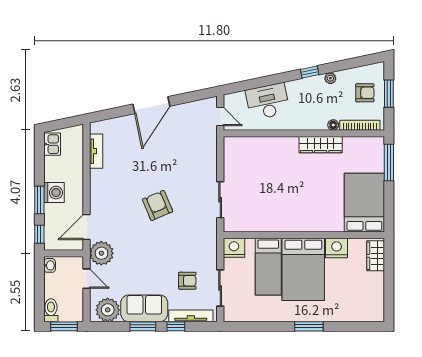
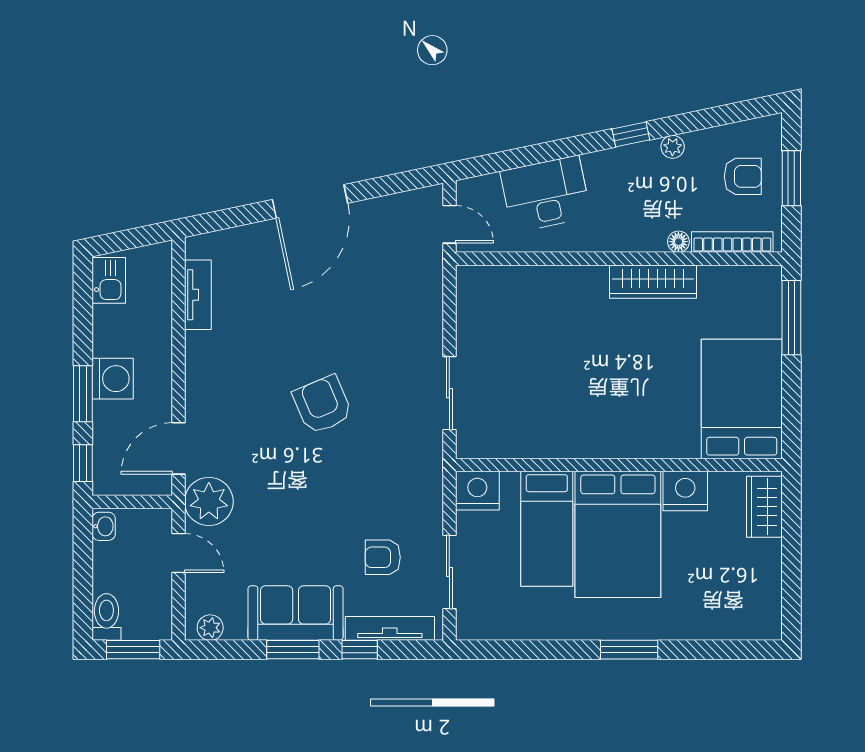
armchair: (187, 281) -> (383, 557), turned 180
plant: (108, 310) -> (210, 628), width x0.53, depth x0.53

